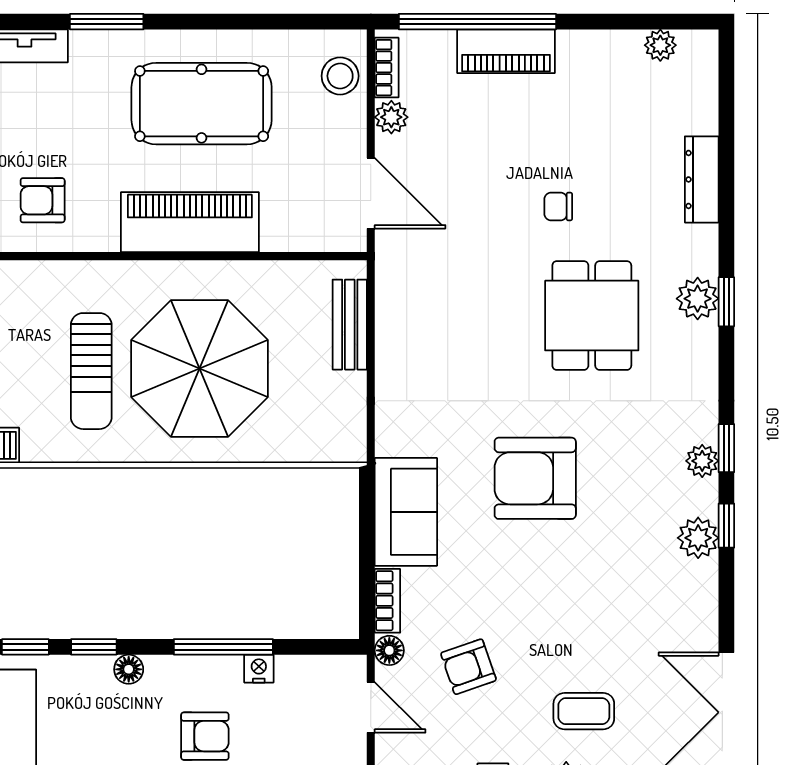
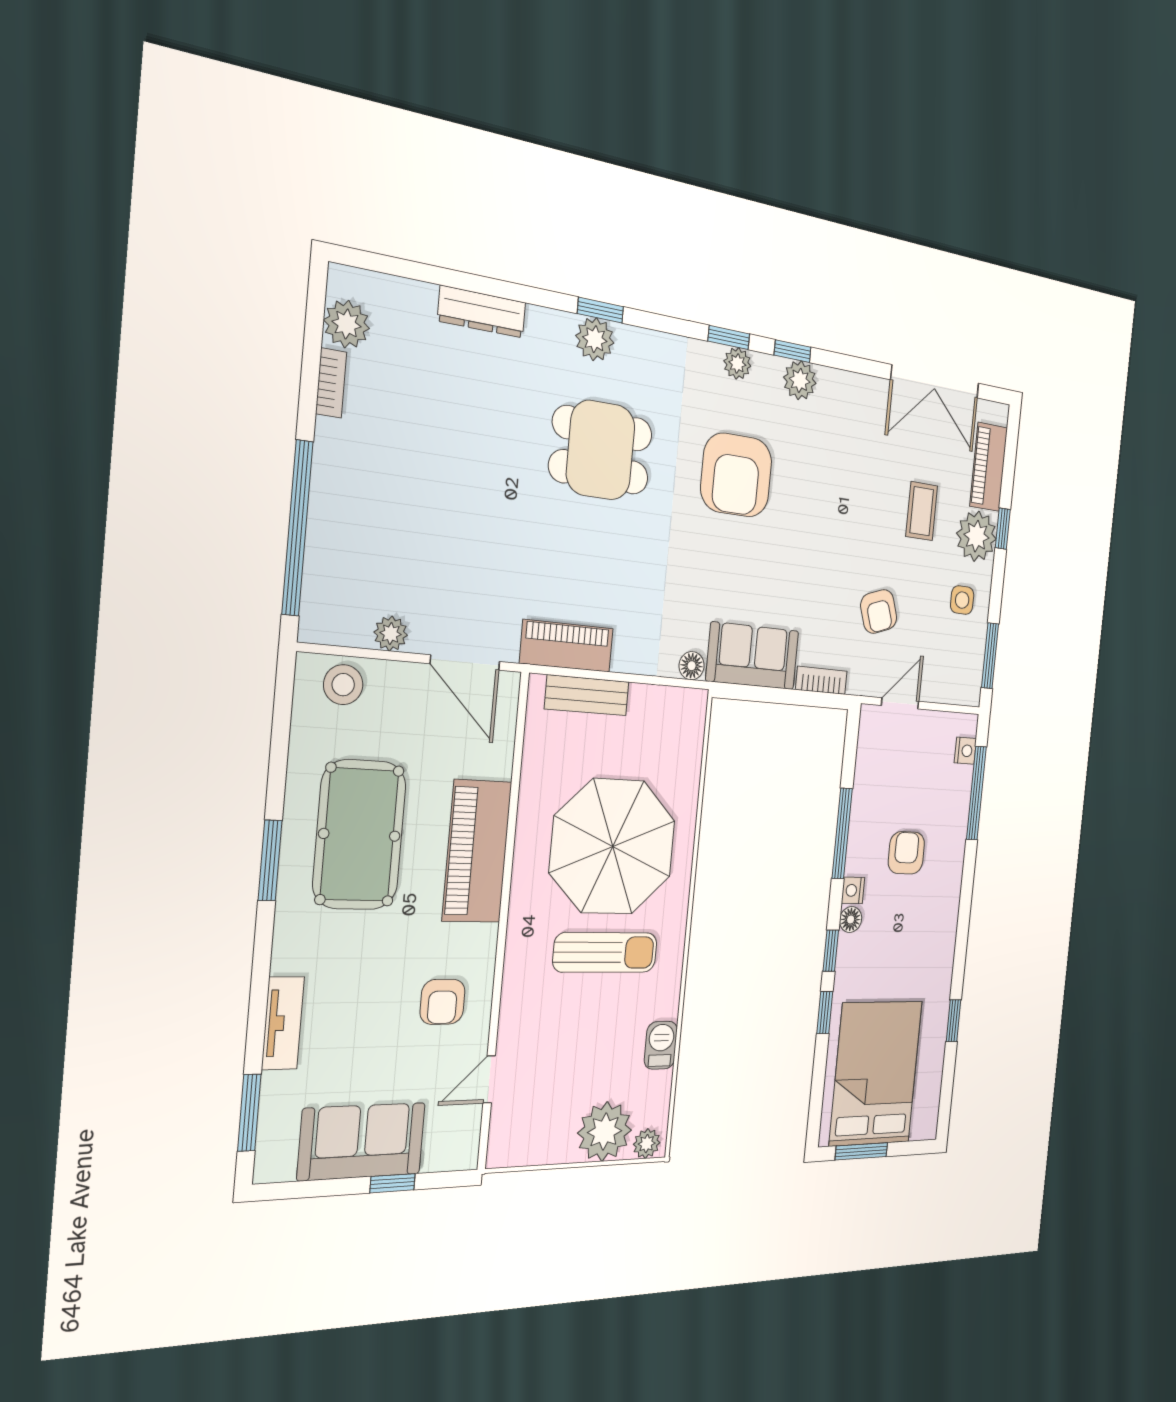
window: (107, 22) -> (270, 860), moved
plant: (660, 45) -> (347, 324), width x1.38, depth x1.38
piano: (506, 51) -> (567, 646), moved, turned -90
bookcase: (387, 68) -> (331, 383), moved, turned 90
door: (371, 193) -> (465, 663), swing flipped
chair: (558, 207) -> (495, 468), removed
armchair: (535, 478) -> (736, 475), moved
floor lamp: (389, 650) -> (692, 666), moved
nightstand: (259, 669) -> (853, 890), moved

